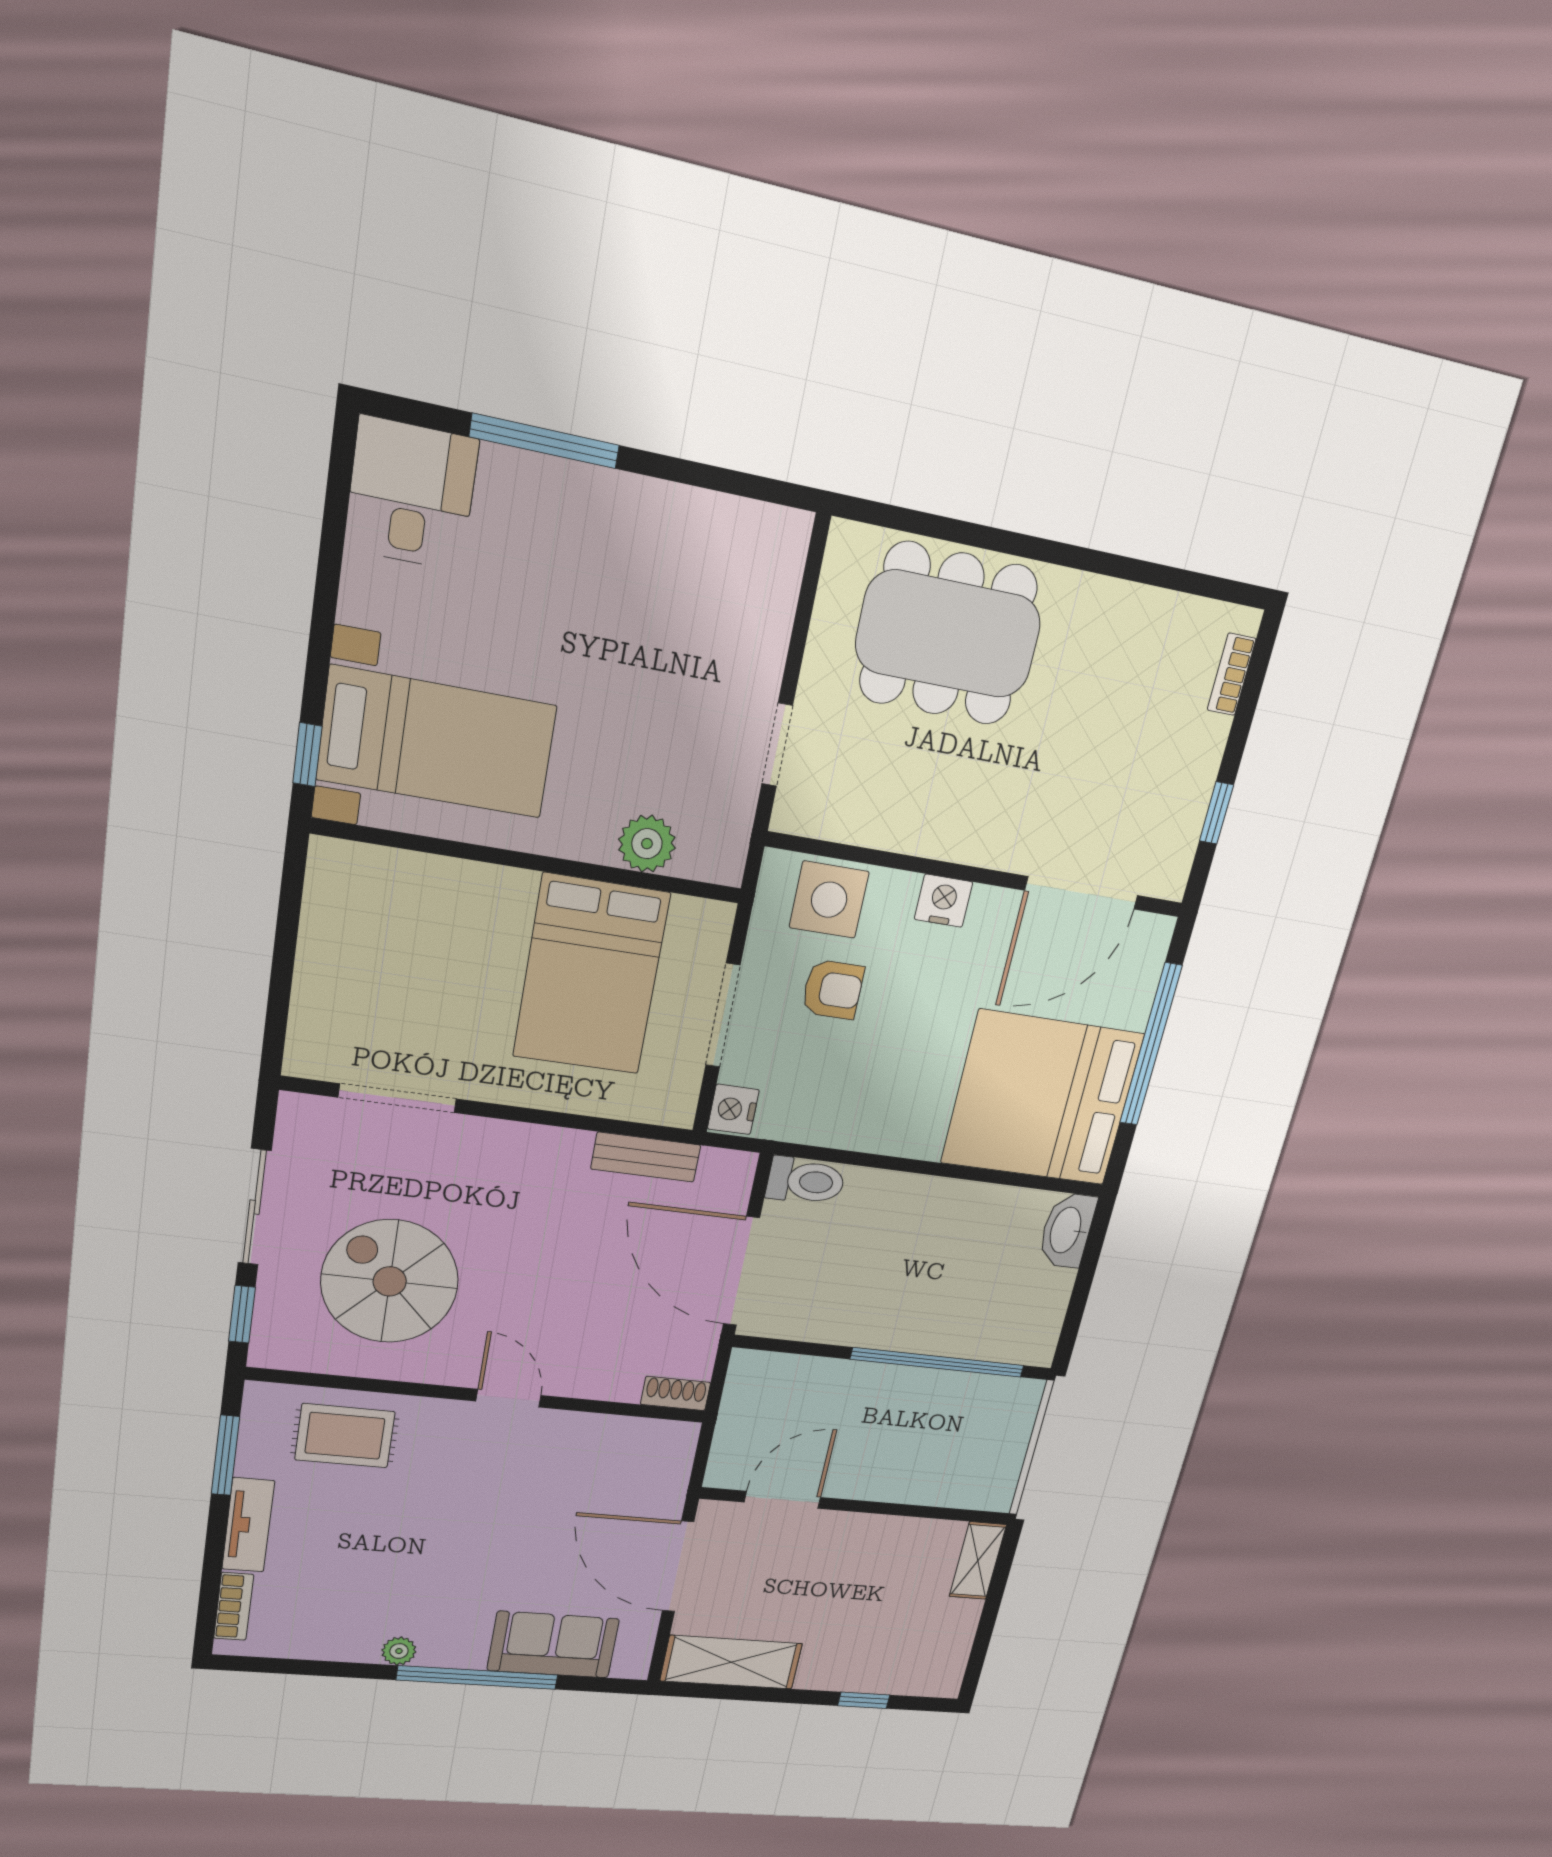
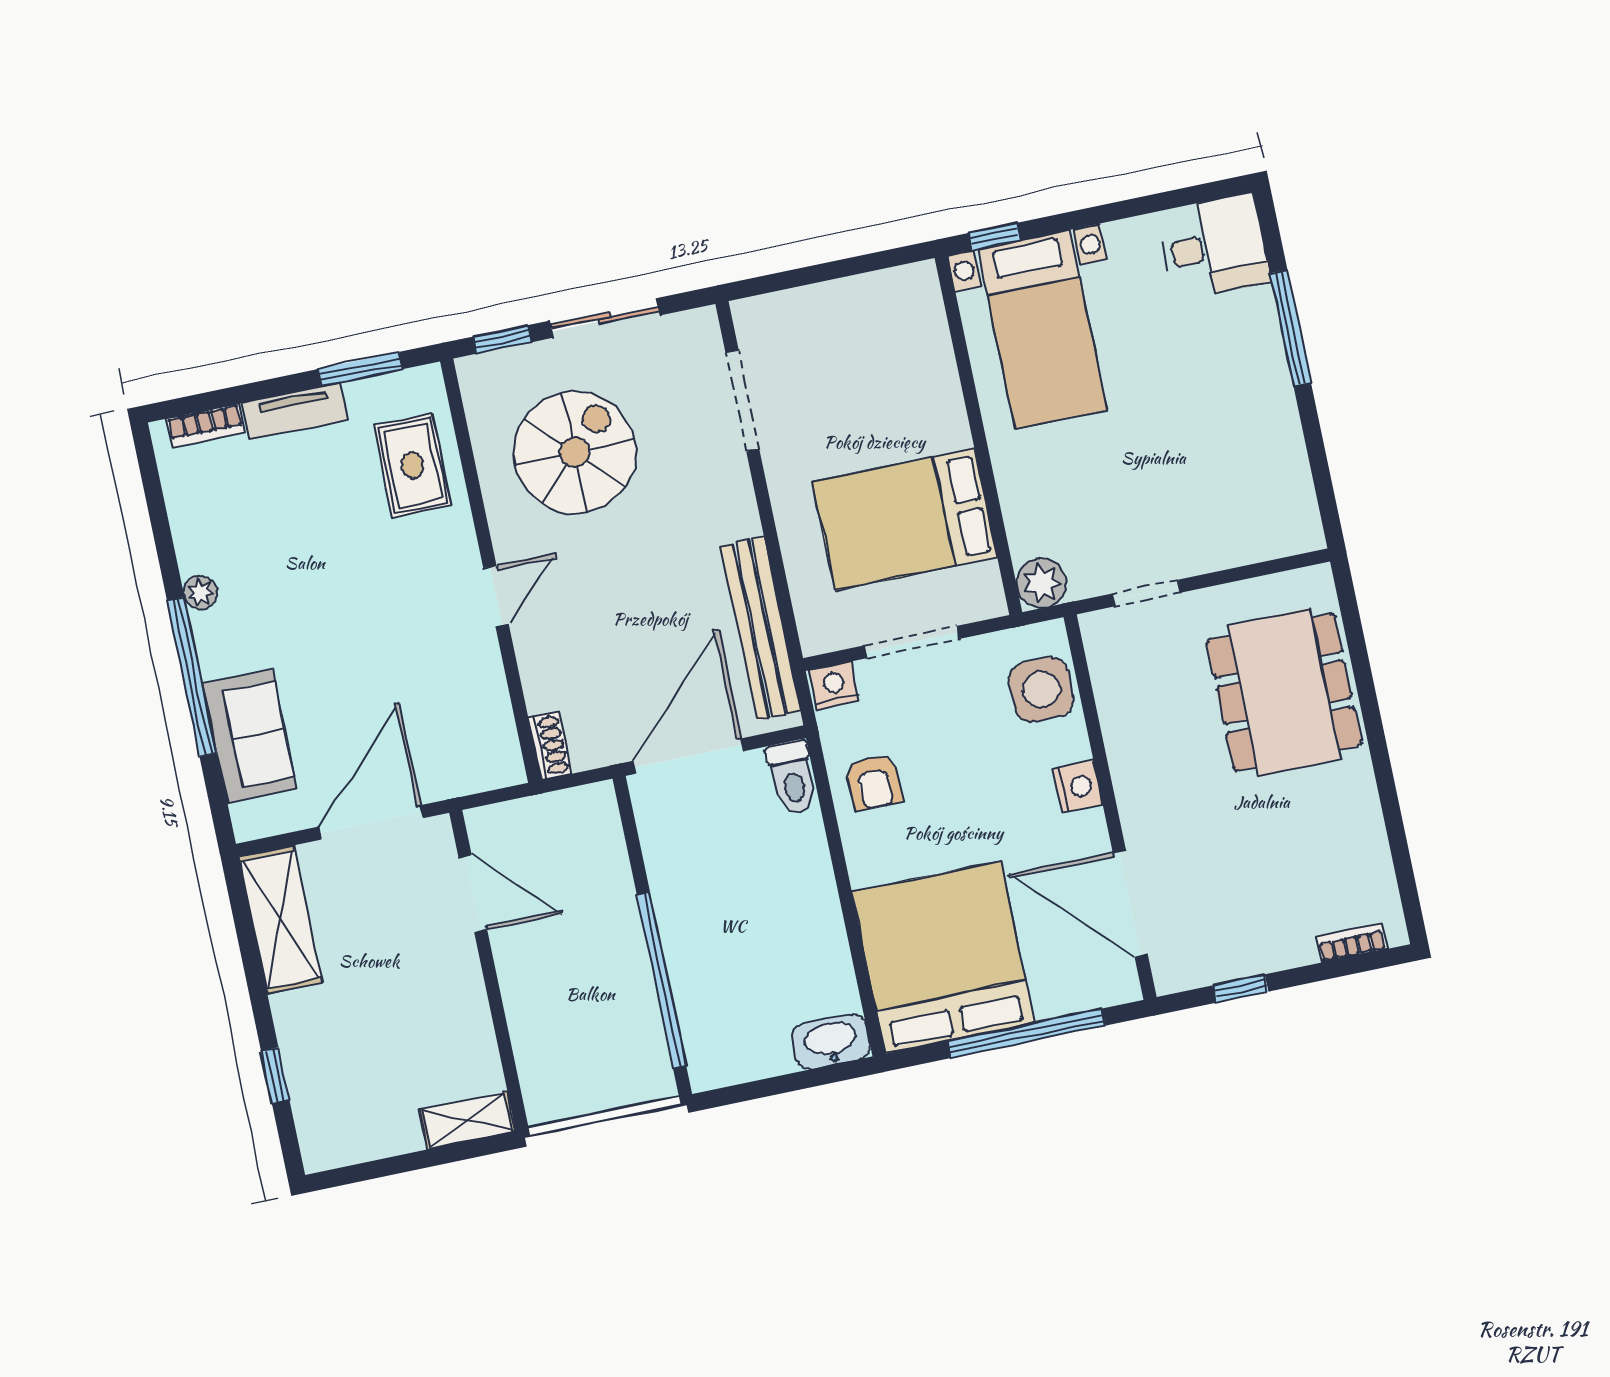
plant: (647, 844) -> (1041, 583), moved
armchair: (833, 989) -> (874, 782), moved
bench: (646, 1157) -> (761, 628), width x1.86, depth x1.21

